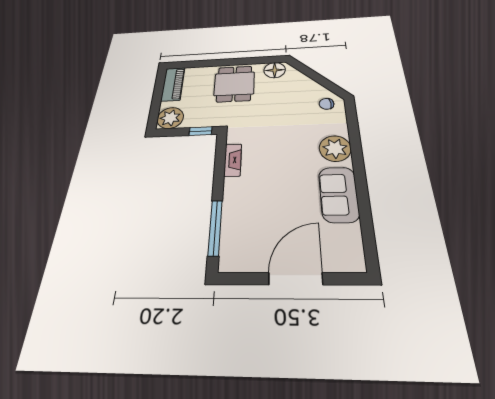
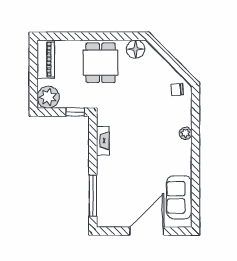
plant: (335, 148) -> (186, 133), width x0.53, depth x0.53
sofa: (339, 194) -> (179, 197), moved

